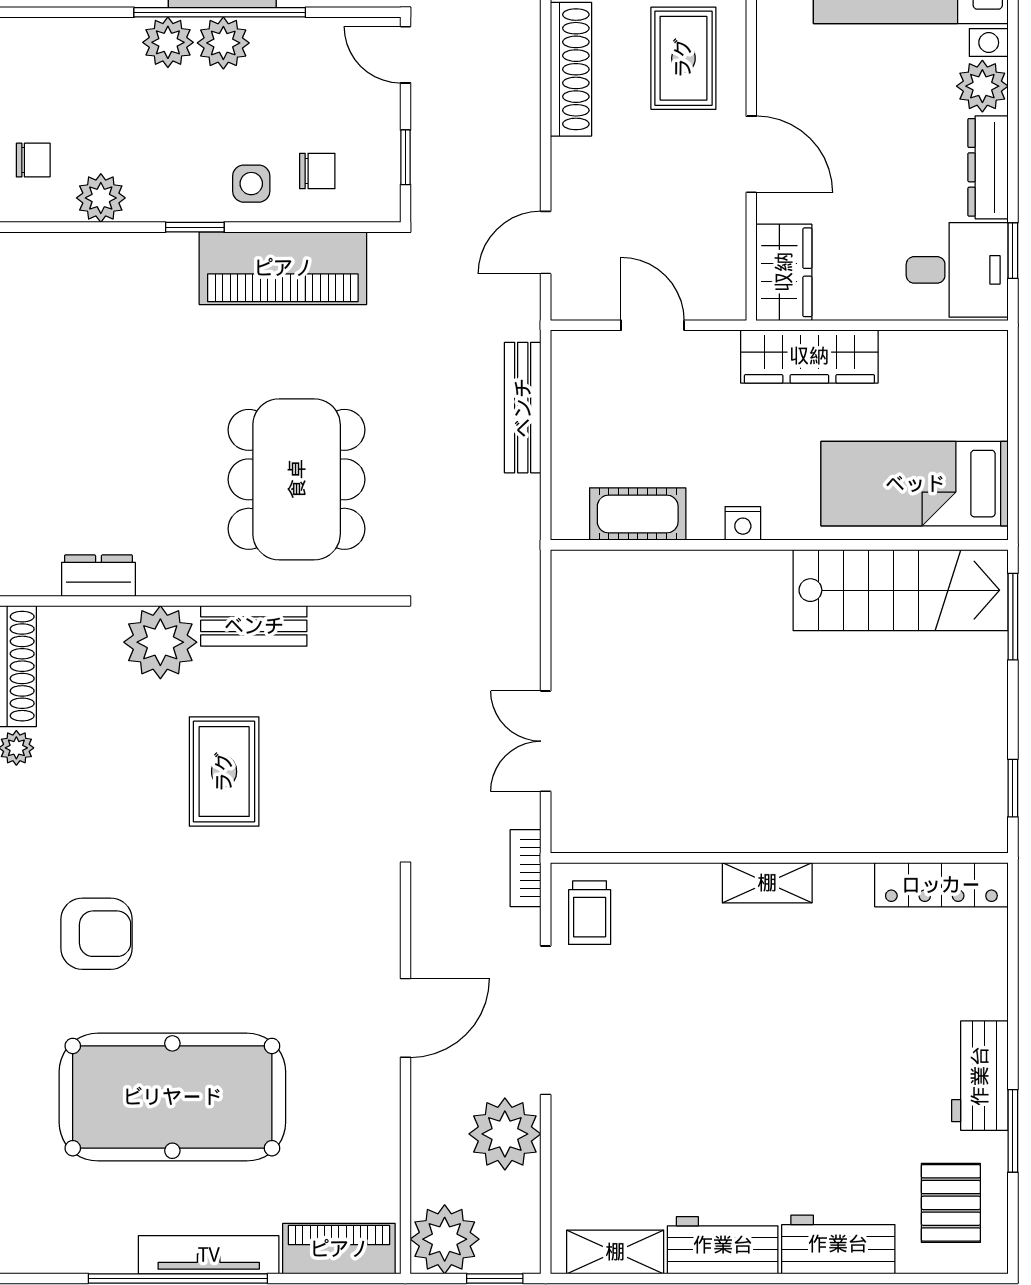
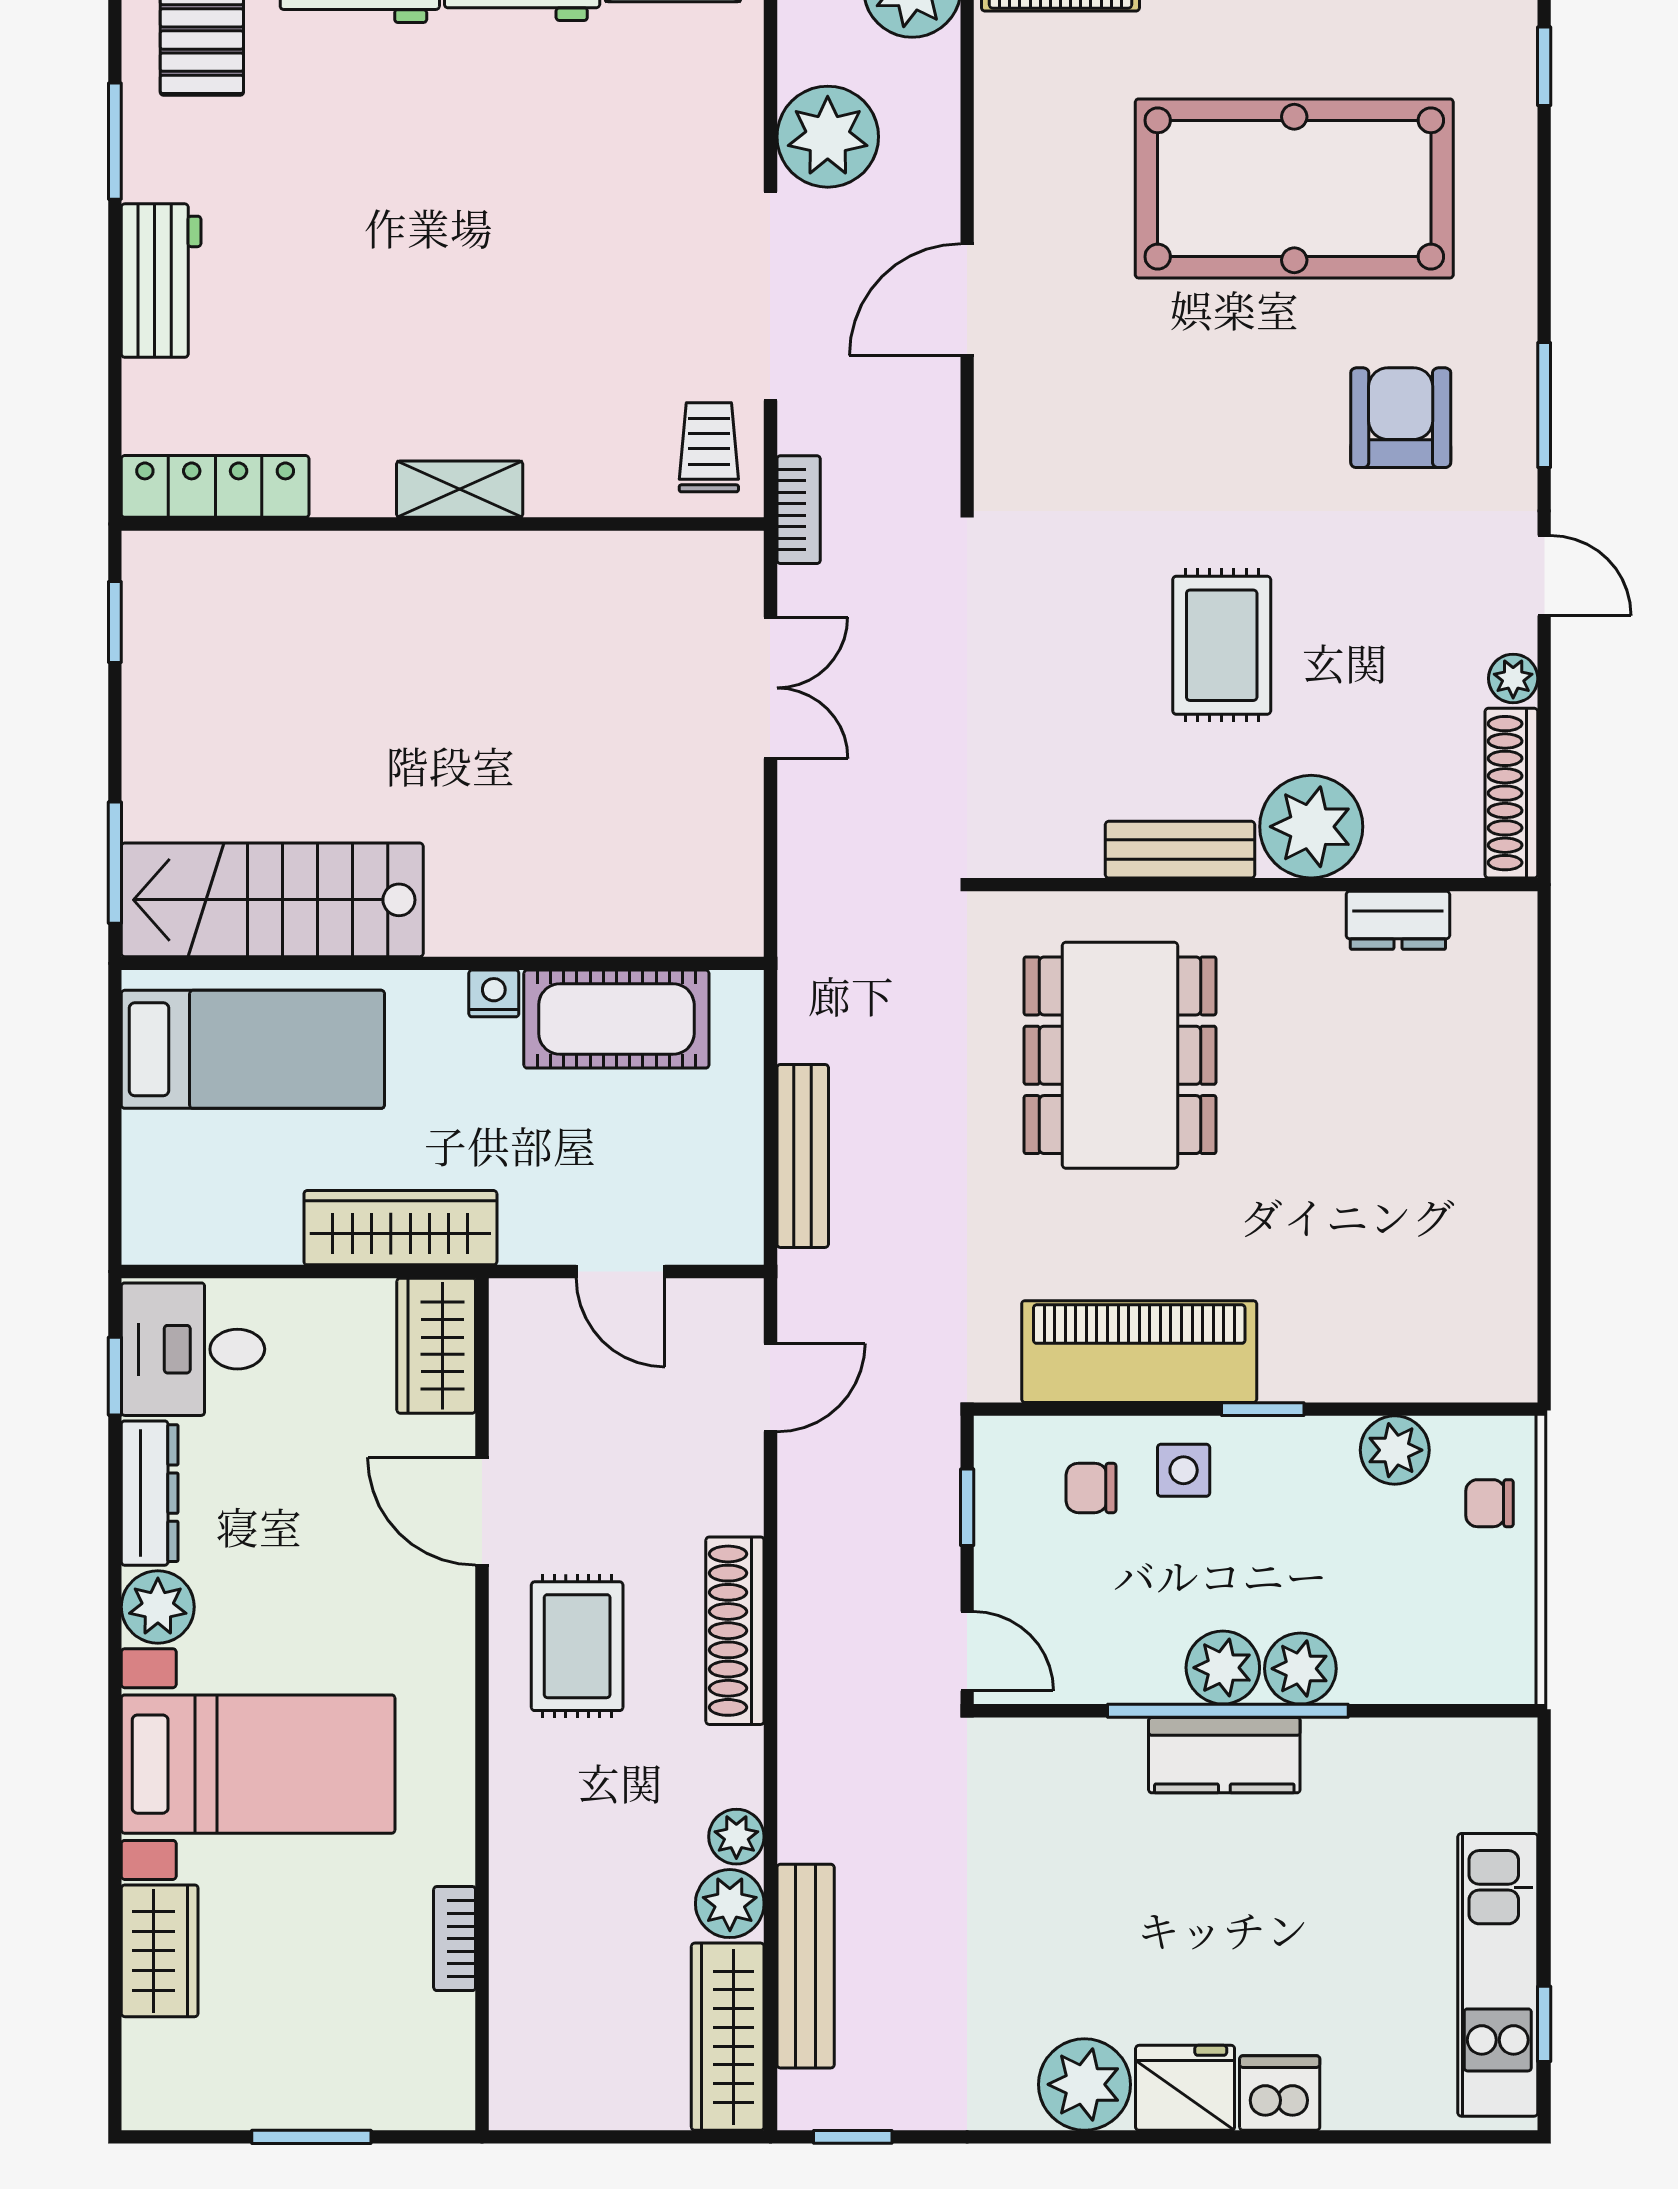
cot: (638, 514) -> (616, 1019), width x1.37, depth x1.34
armchair: (97, 934) -> (1401, 418), turned 90
workbench: (980, 1076) -> (161, 281), moved

